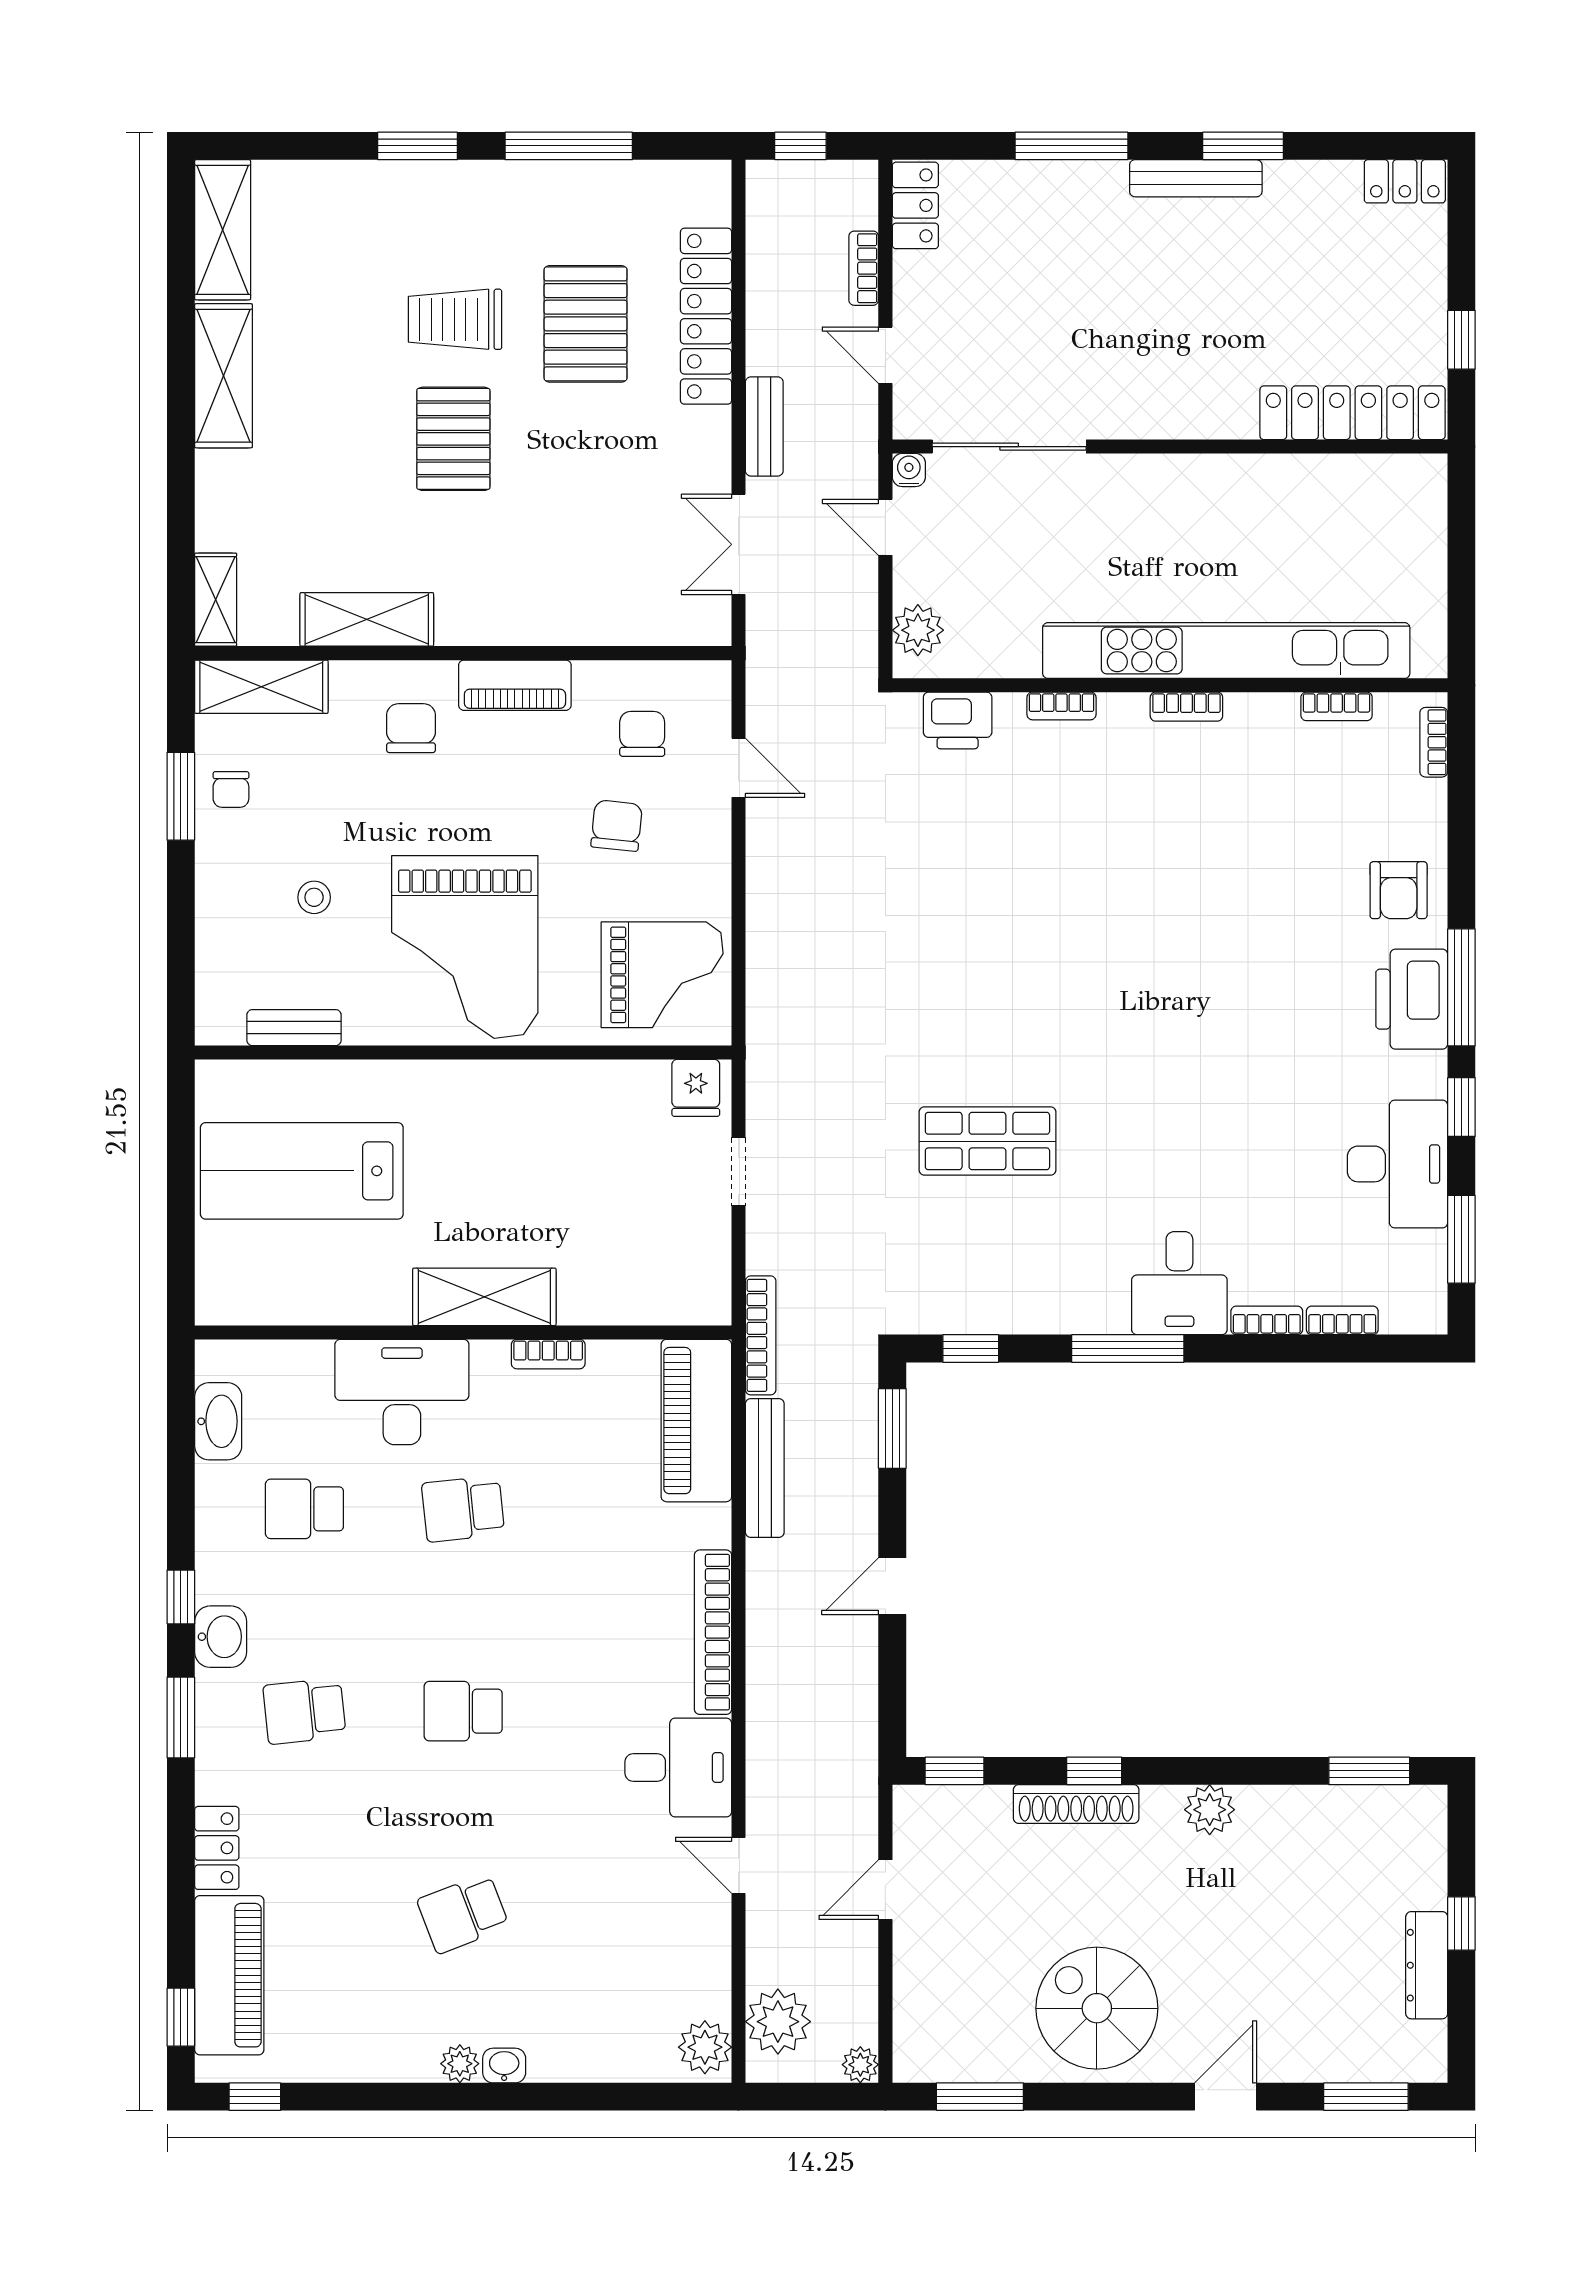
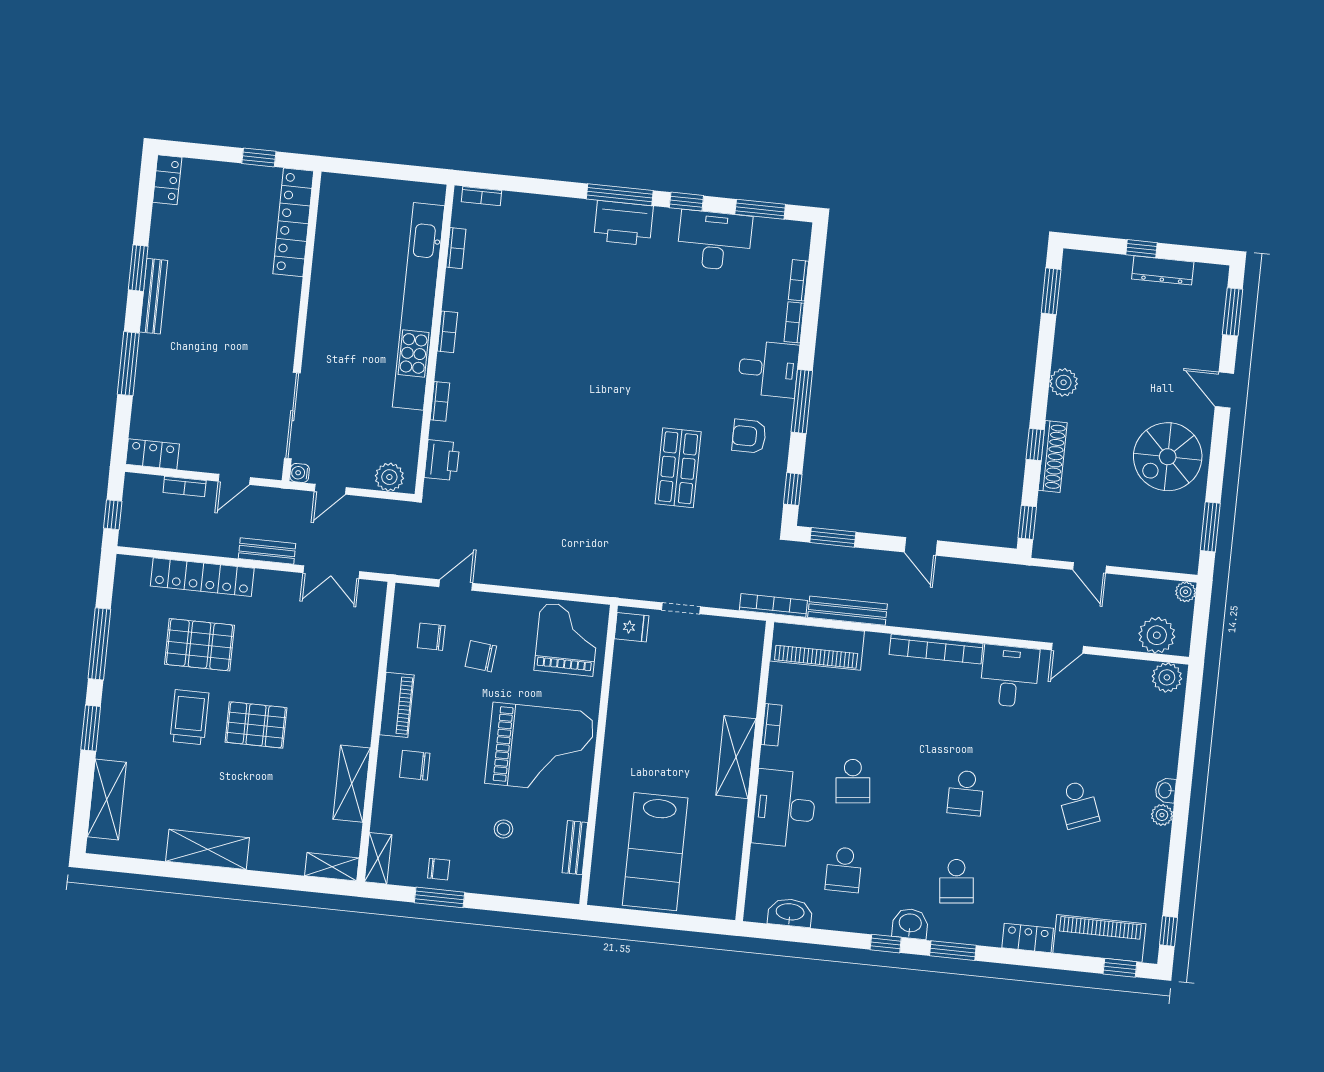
shelving: (223, 230) -> (107, 799), moved, turned 90
trolley: (455, 319) -> (189, 717), turned 180
shelving: (261, 687) -> (378, 858), width x0.67, depth x0.75
armchair: (1399, 890) -> (749, 436), moved, turned 180

